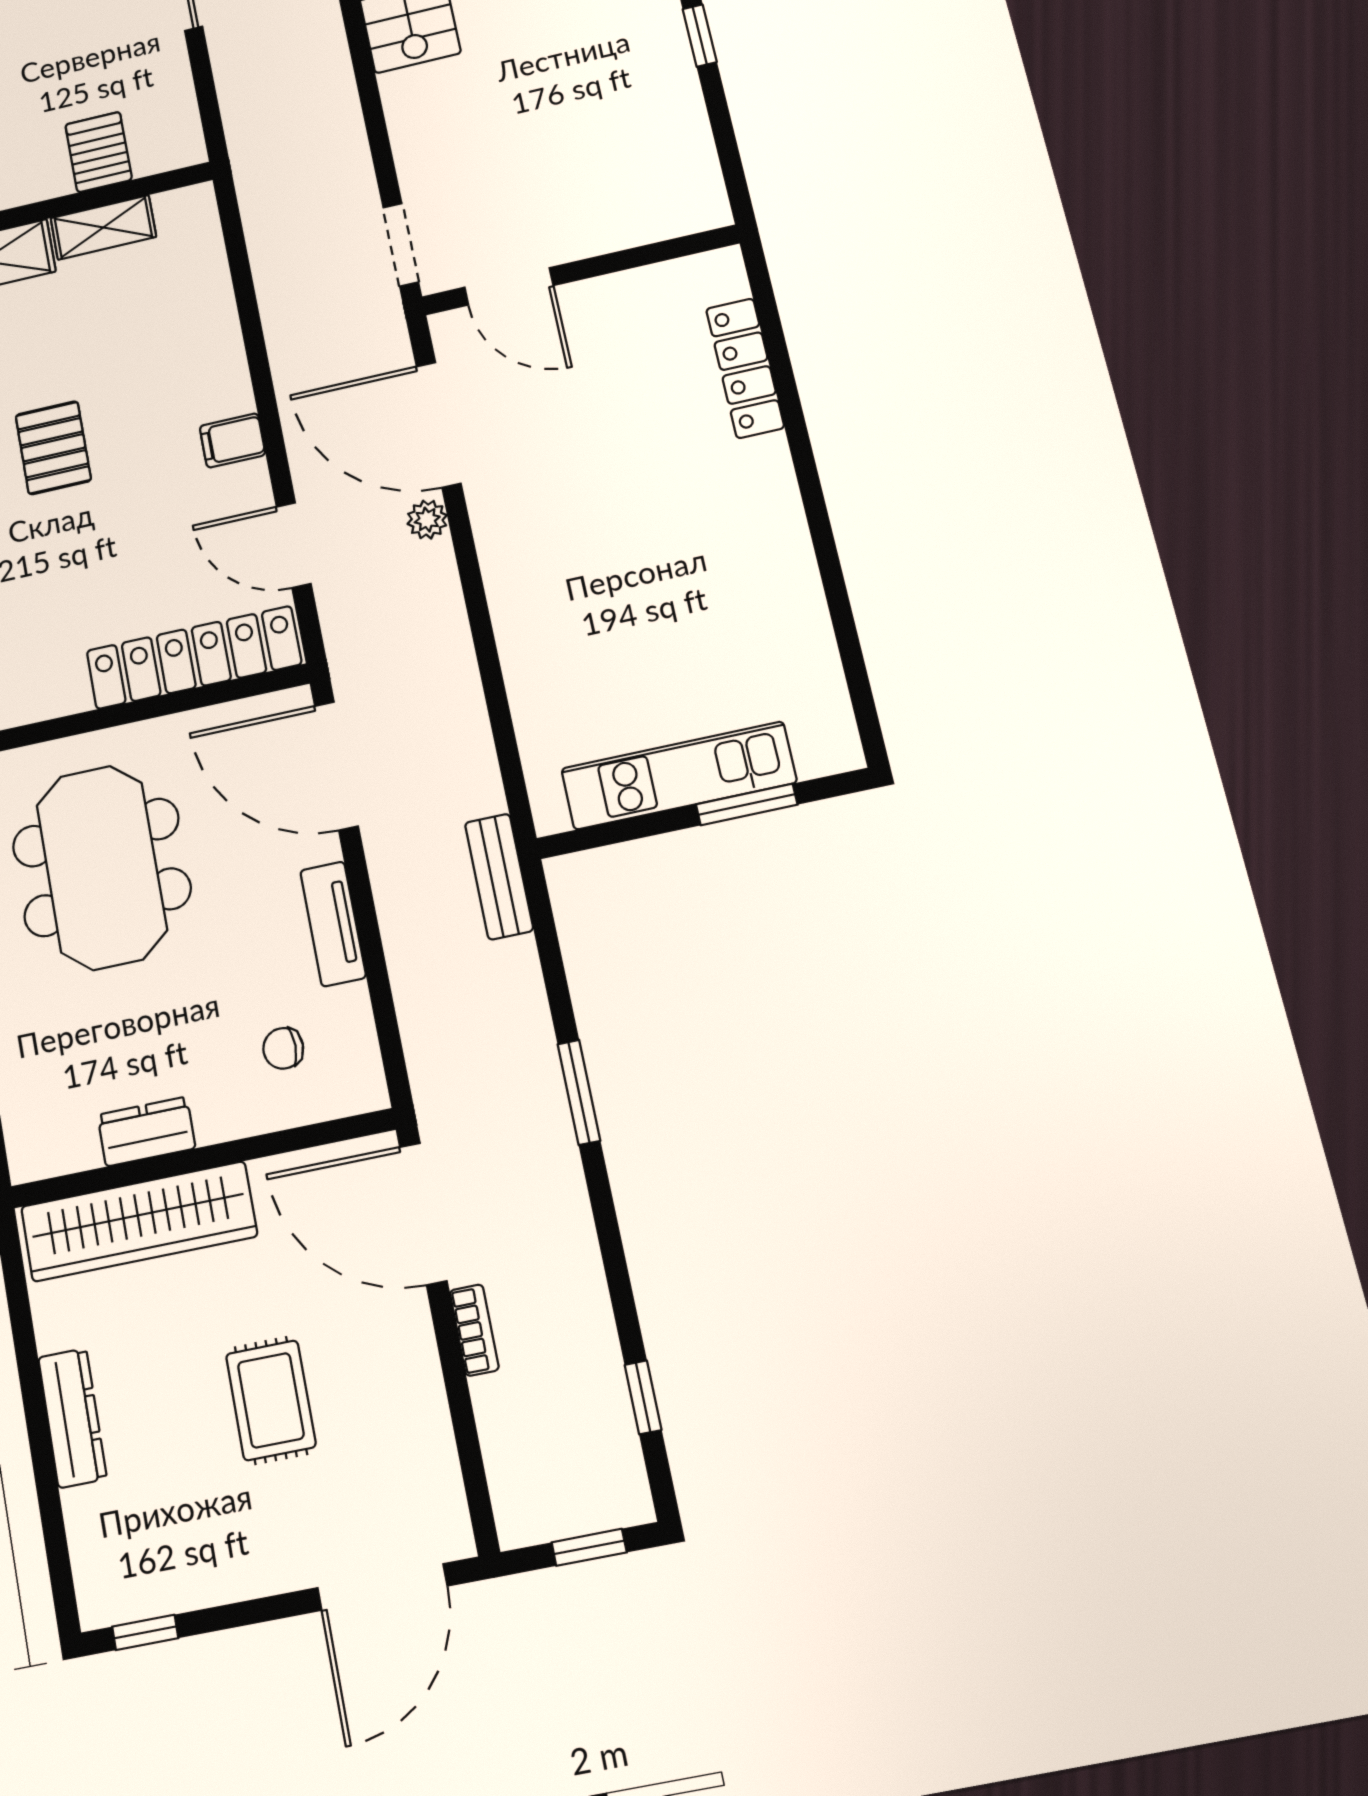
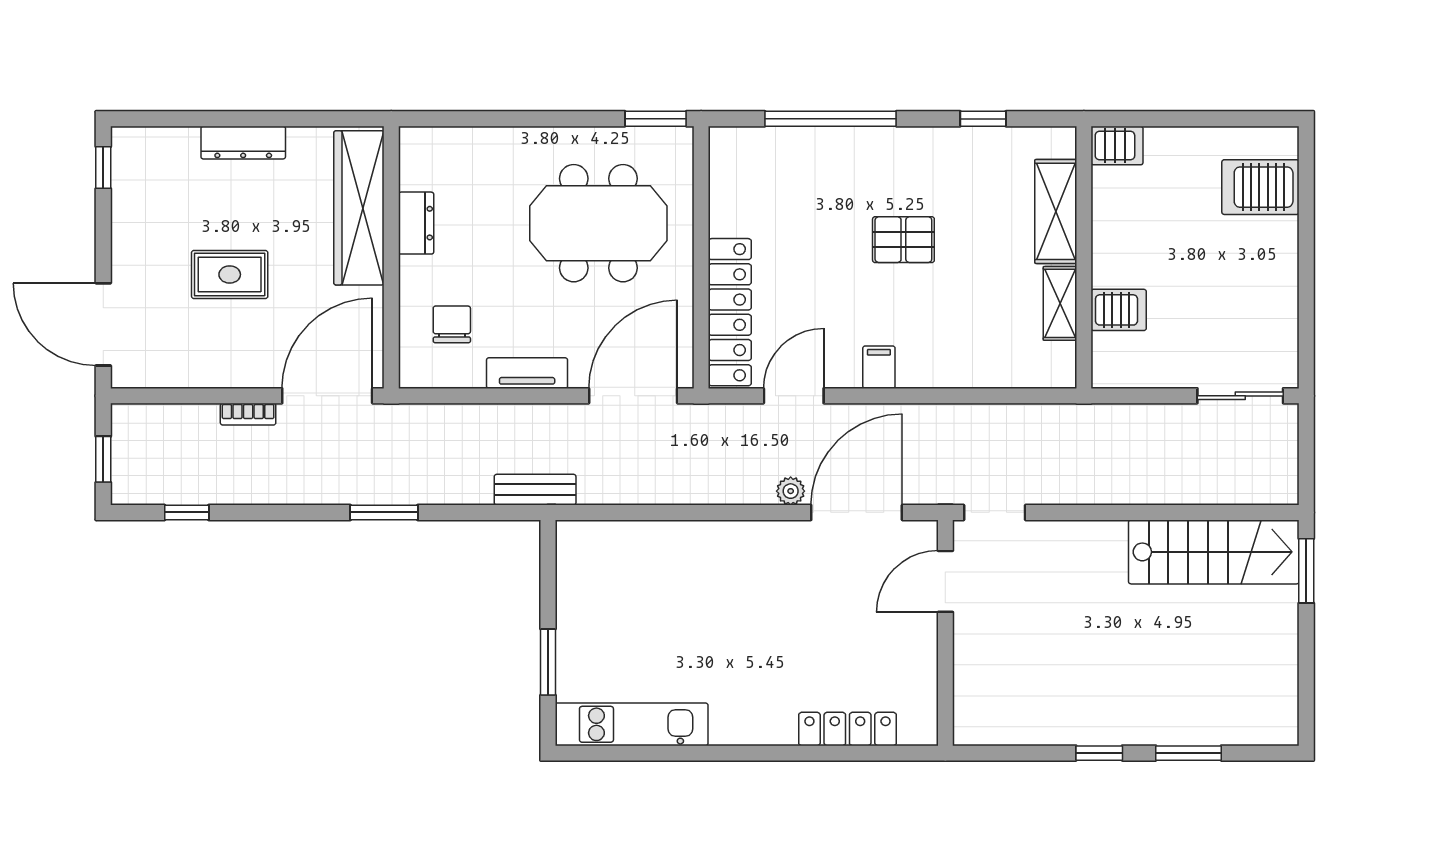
kitchen unit: (679, 776) -> (632, 724), moved, turned -90
chair: (283, 1048) -> (452, 324), width x1.37, depth x1.37

